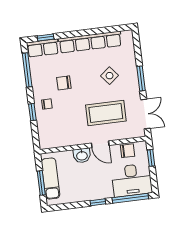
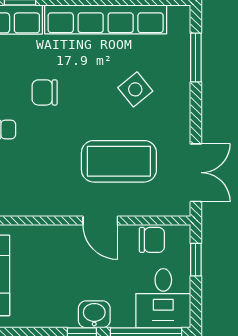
window: (141, 78) -> (196, 58), moved
washbasin: (82, 155) -> (94, 314), moved, turned 180
desk: (132, 180) -> (163, 298), width x0.73

